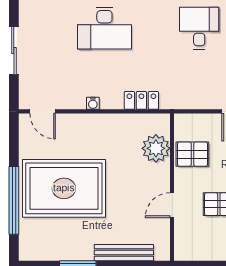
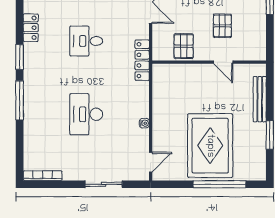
desk: (104, 28) -> (86, 114), turned 180
locker: (141, 100) -> (142, 60), moved, width x1.53
plant: (156, 148) -> (179, 74), removed

